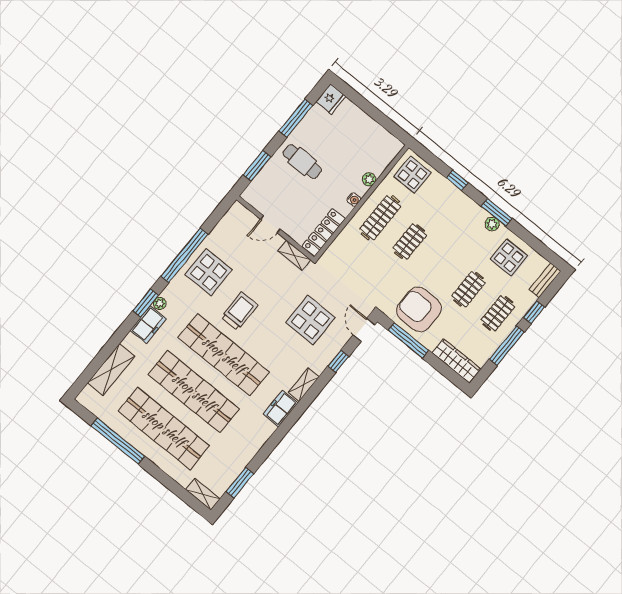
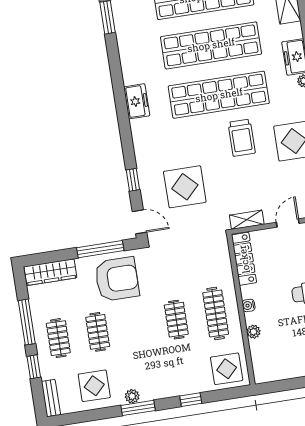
shelving: (304, 385) -> (139, 136), removed

